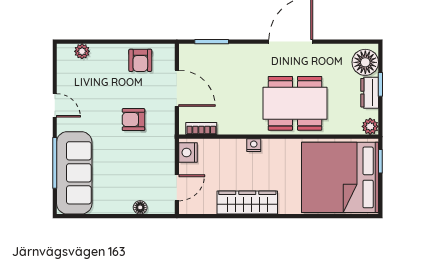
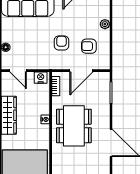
plant: (82, 51) -> (105, 24), moved
armchair: (140, 60) -> (89, 46), moved
dining table: (295, 103) -> (74, 126), moved

